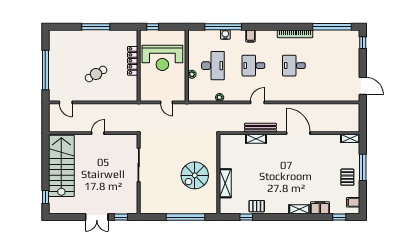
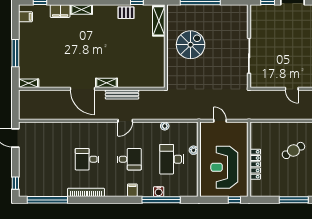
reception desk: (162, 58) -> (224, 167), turned -90
desk: (294, 66) -> (87, 159), turned 180
door: (98, 133) -> (292, 89), hinge flipped
shelving: (256, 139) -> (107, 83), moved
pallet: (347, 177) -> (31, 43), removed
shelving: (225, 183) -> (159, 21), moved

